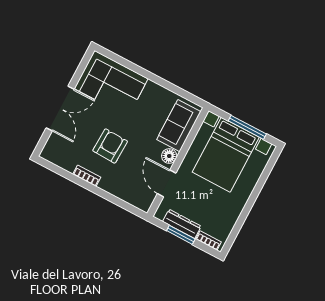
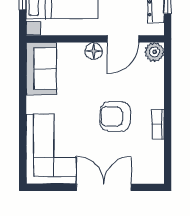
sofa: (179, 126) -> (41, 69), moved, turned -90
plant: (144, 202) -> (155, 52), added

